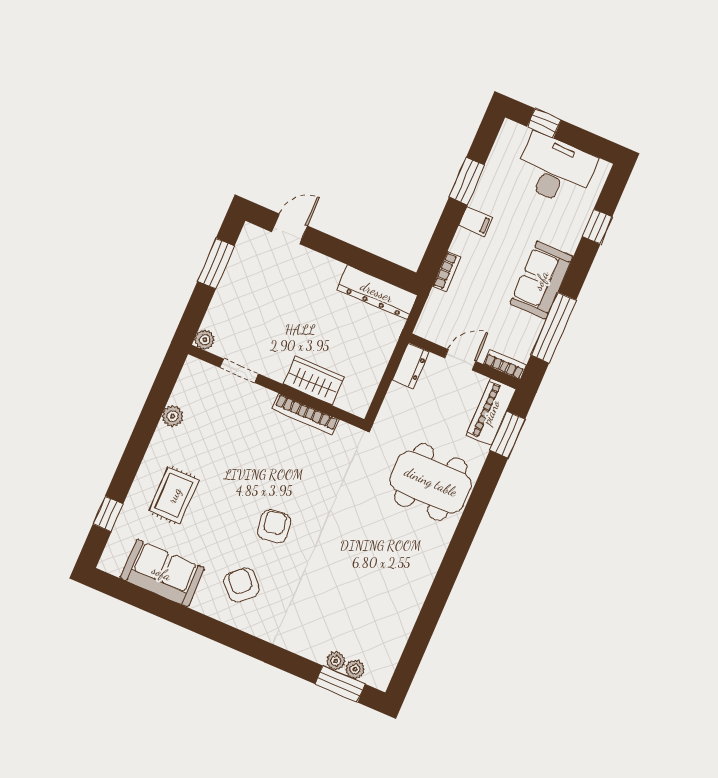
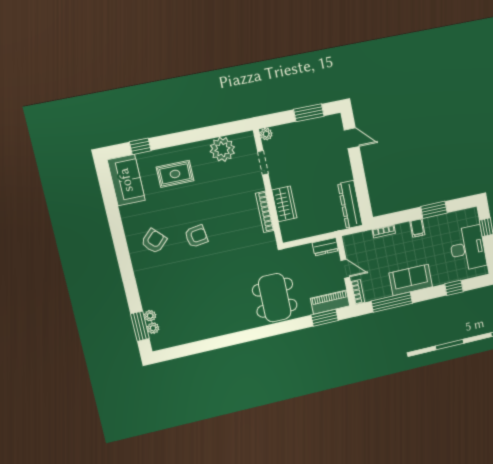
plant: (173, 416) -> (222, 149), width x1.88, depth x1.88
sofa: (162, 573) -> (126, 180), moved

